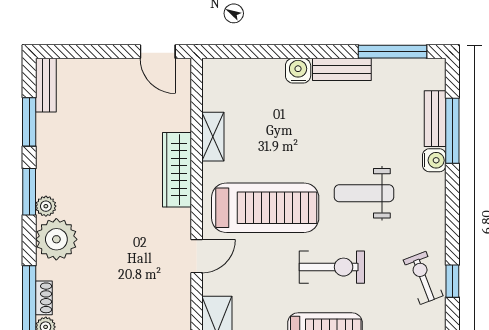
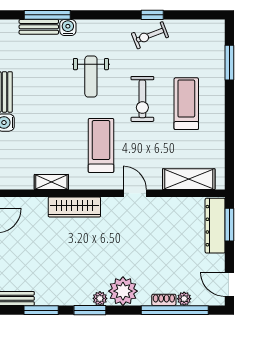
treadmill: (265, 208) -> (101, 145), width x0.73, depth x0.73
exercise bike: (332, 267) -> (142, 99), turned 180

